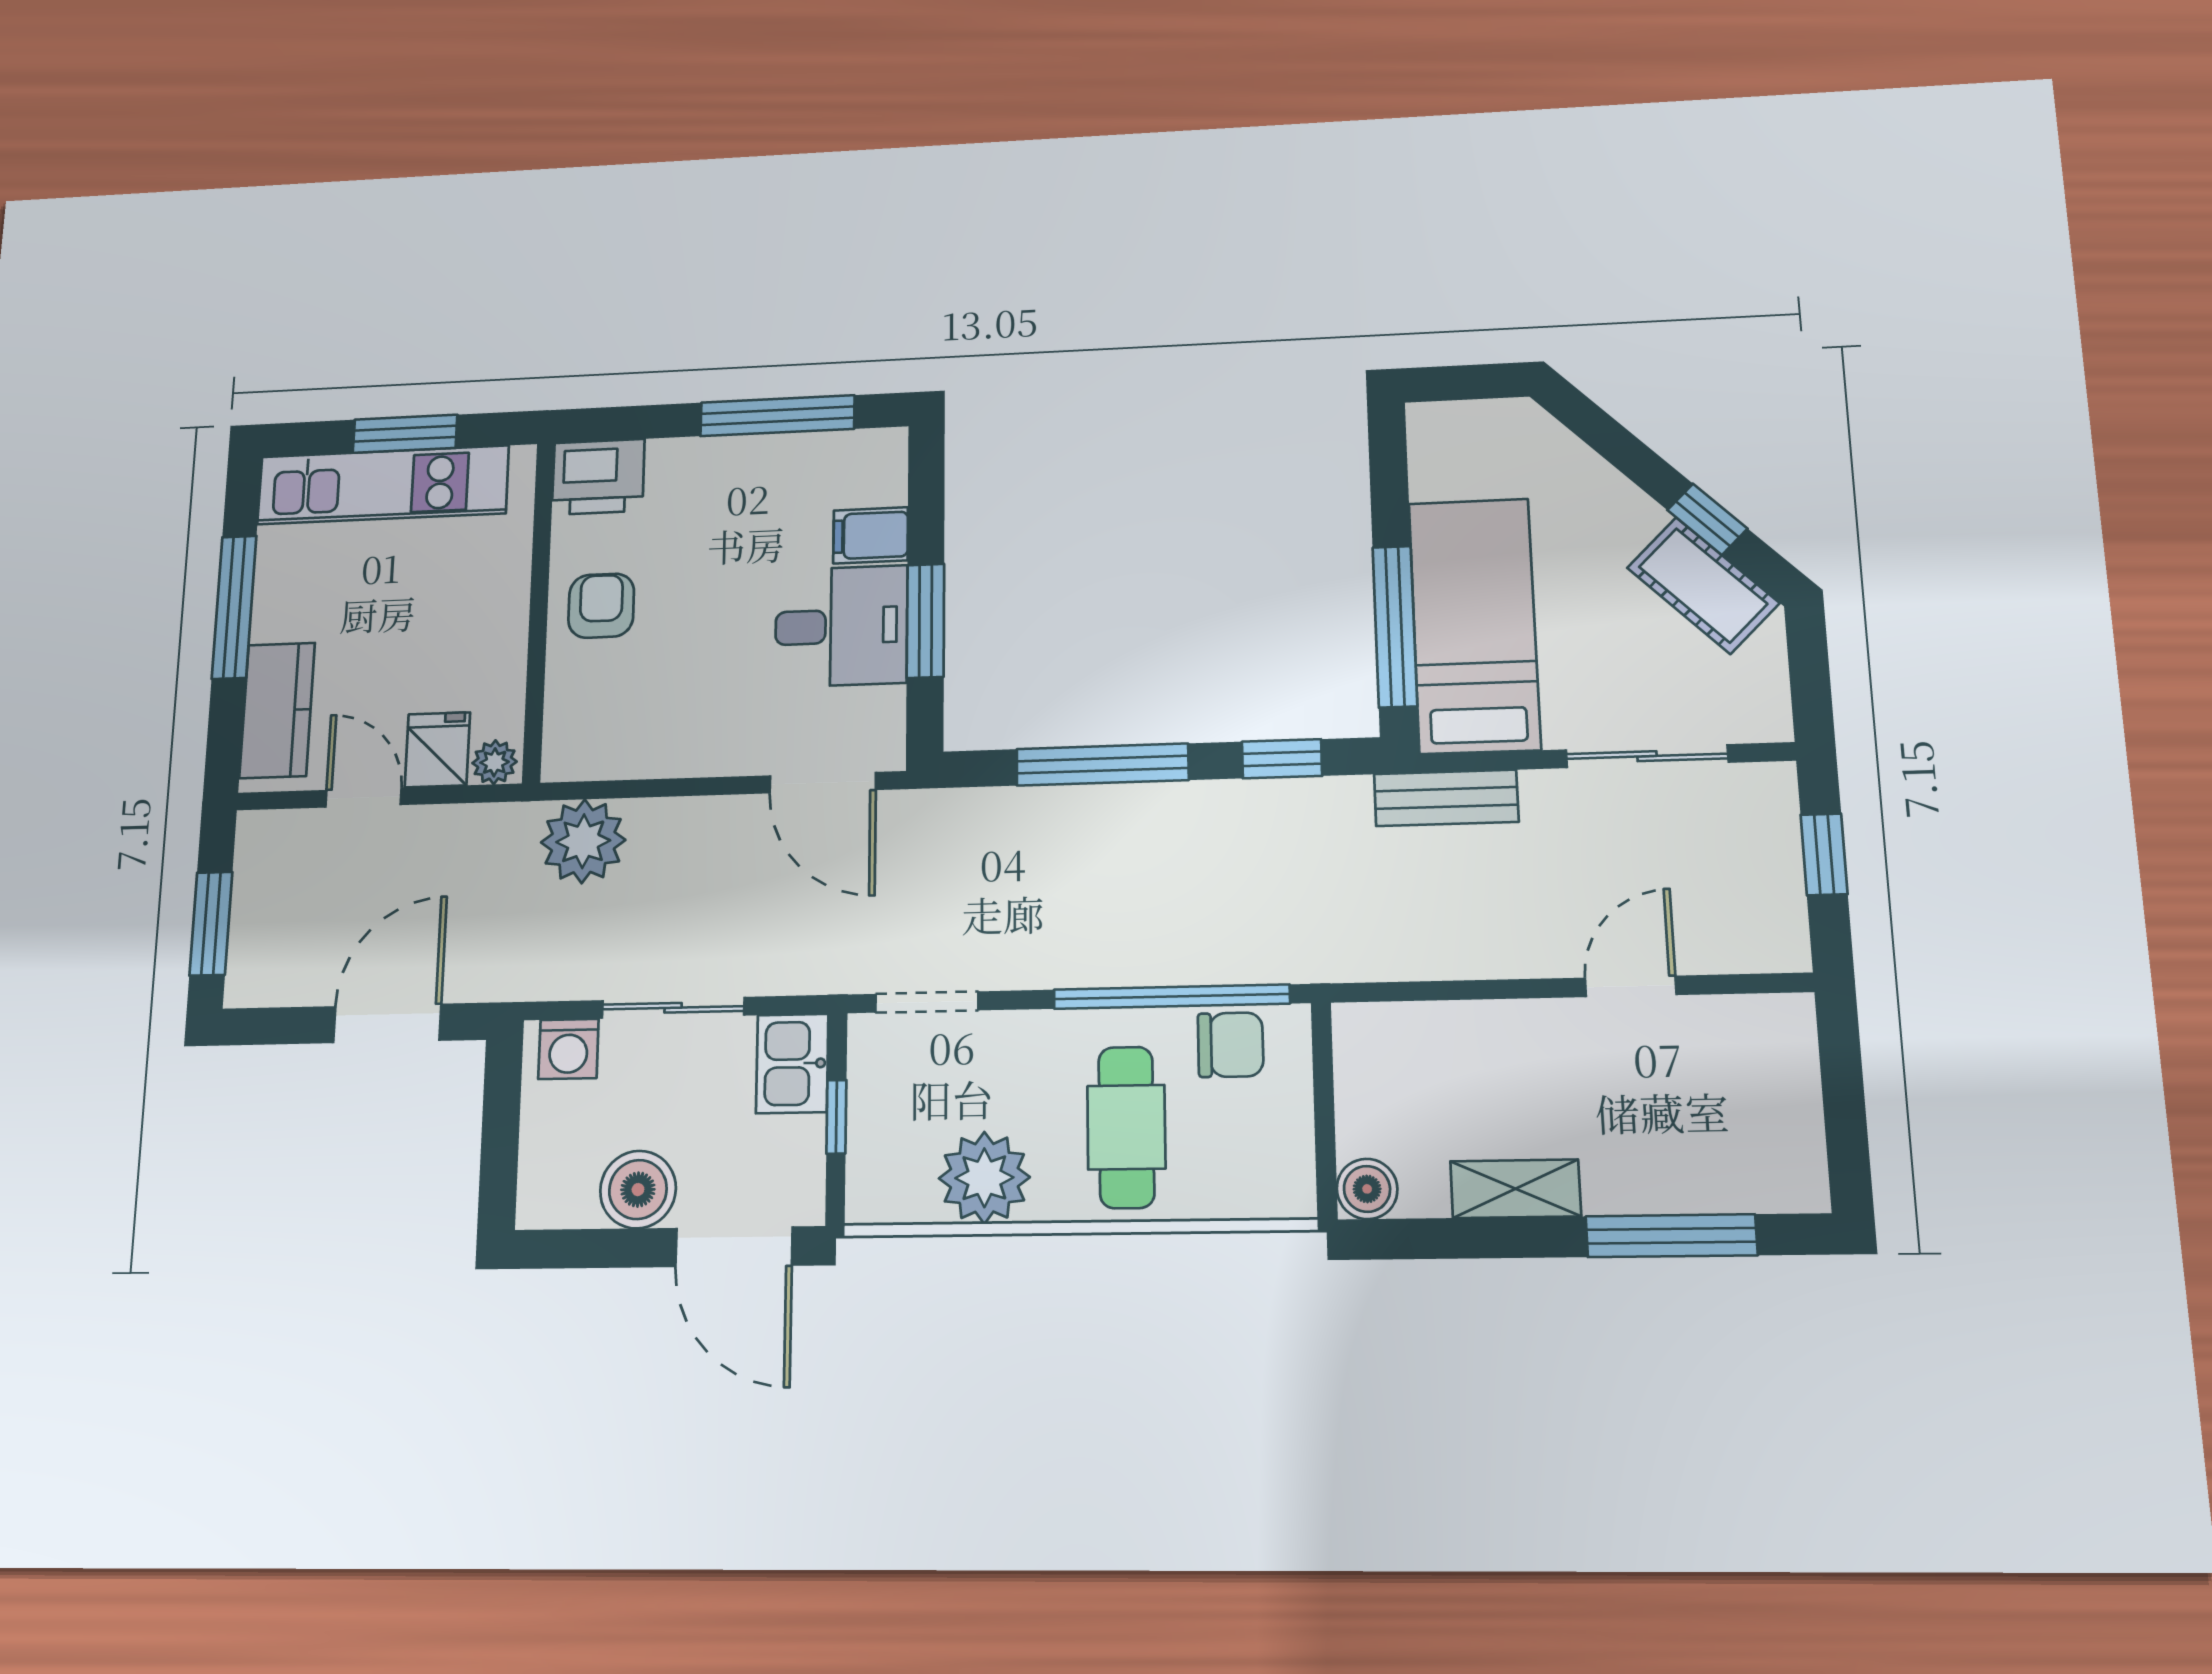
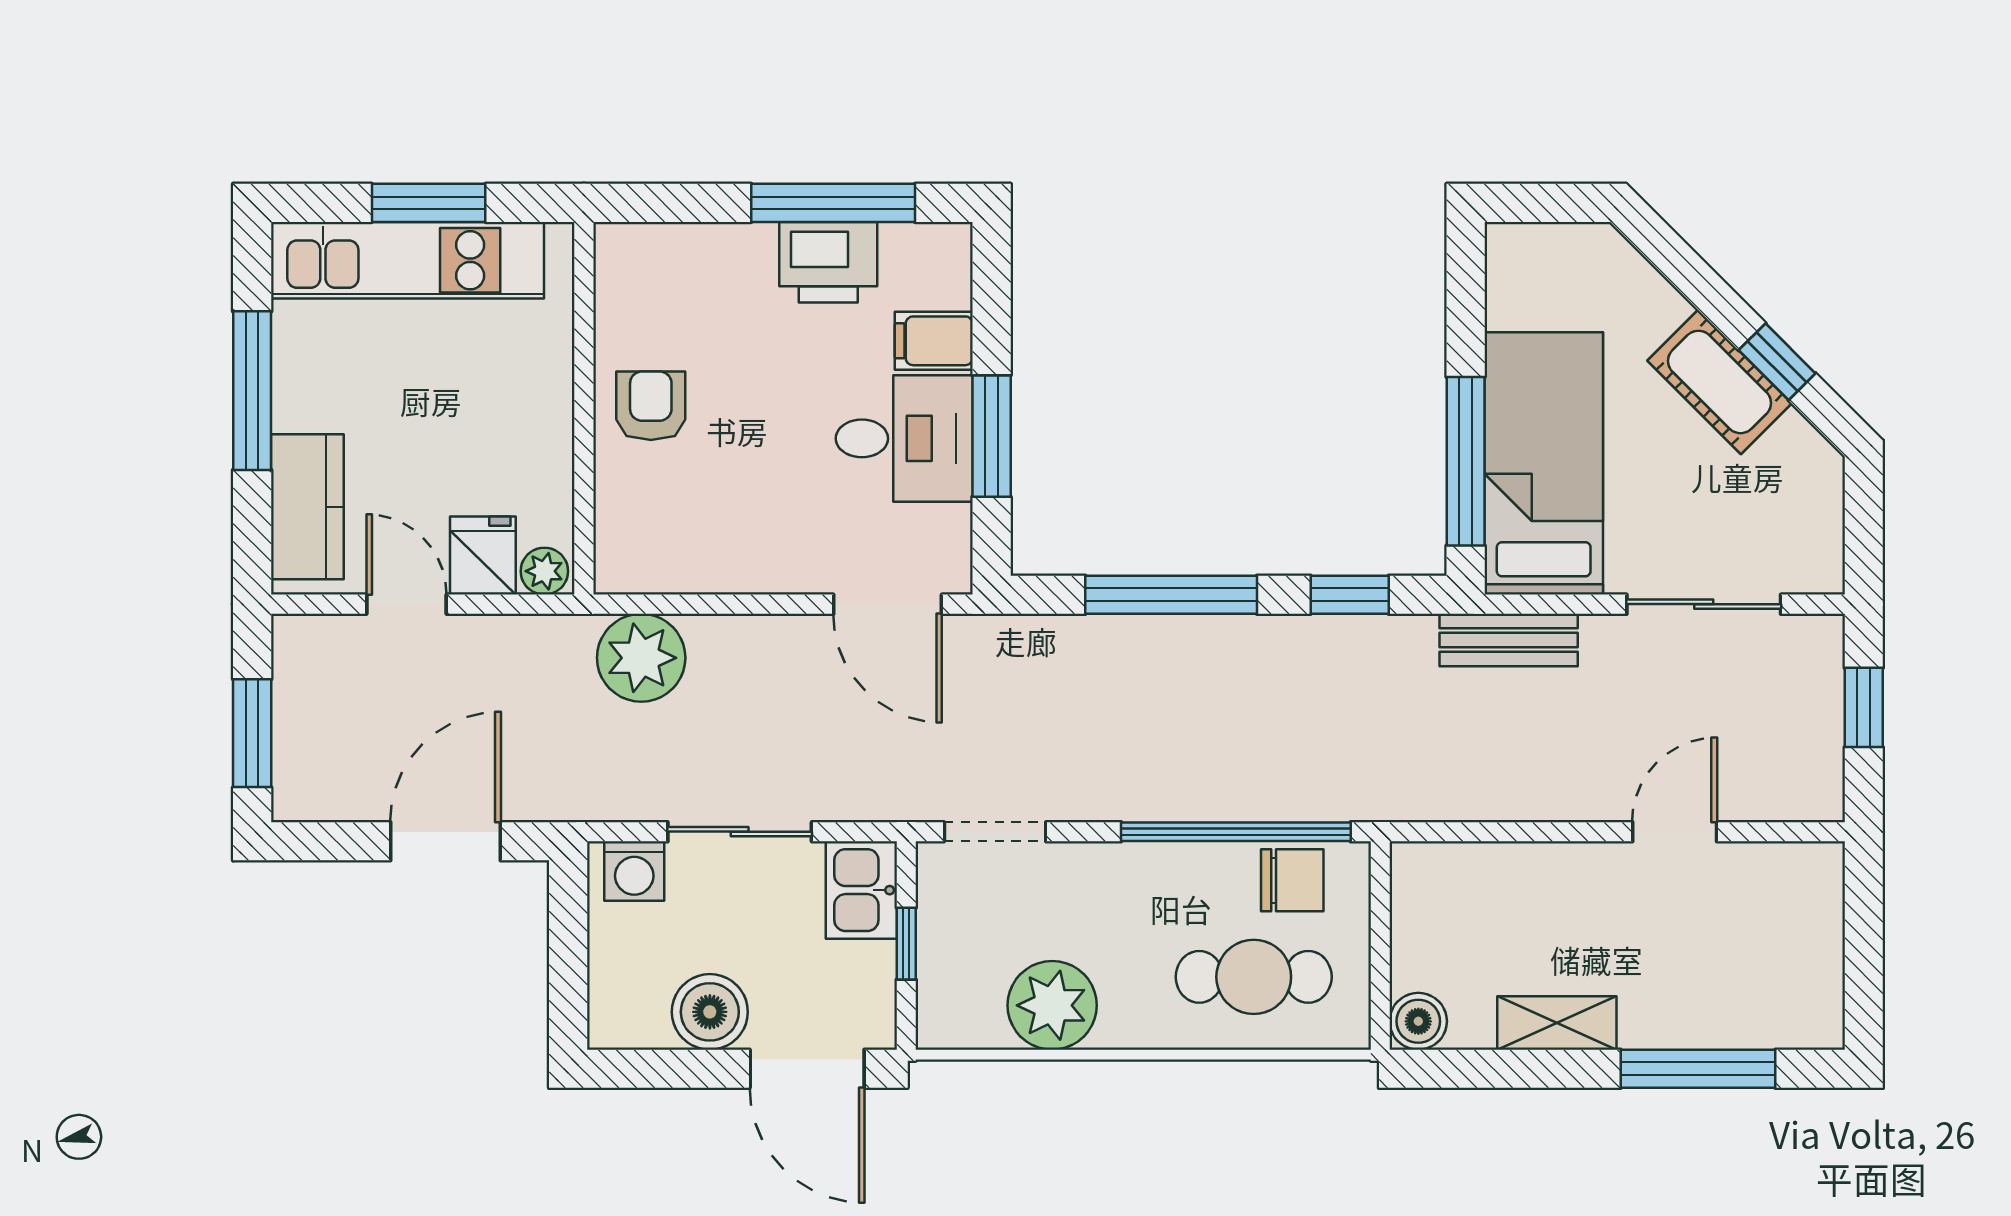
printer: (598, 477) -> (828, 262), moved
cot: (1703, 585) -> (1719, 382), moved
cafe table: (1126, 1127) -> (1254, 977), moved, turned 90

